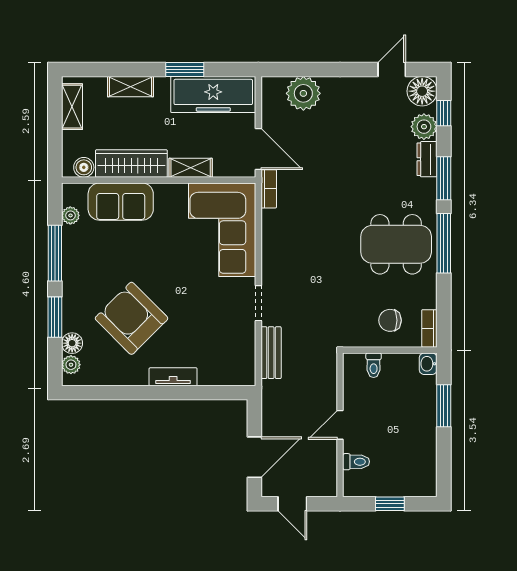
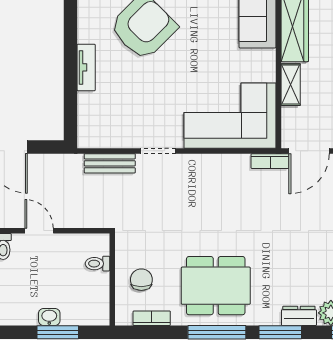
dining table: (396, 244) -> (216, 286), turned 90
bookcase: (429, 328) -> (152, 318), moved
washbasin: (428, 364) -> (49, 317), moved

